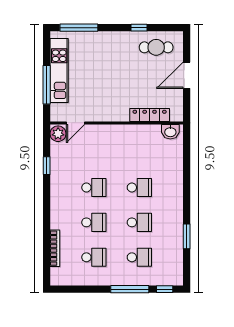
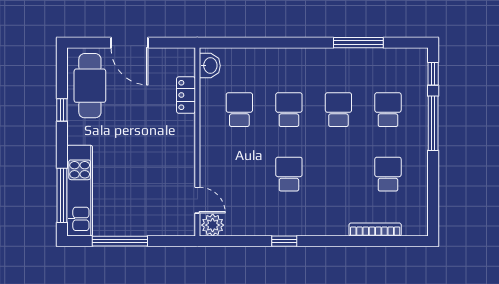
cafe table: (156, 47) -> (90, 86), width x1.37, depth x1.35
kitchen unit: (59, 71) -> (80, 191), moved, turned 90
window: (47, 85) -> (120, 241), moved
locker: (150, 115) -> (186, 95), width x0.66
window: (47, 166) -> (284, 241), moved
school desk: (94, 222) -> (239, 110), moved
window: (187, 236) -> (358, 43), width x1.44

